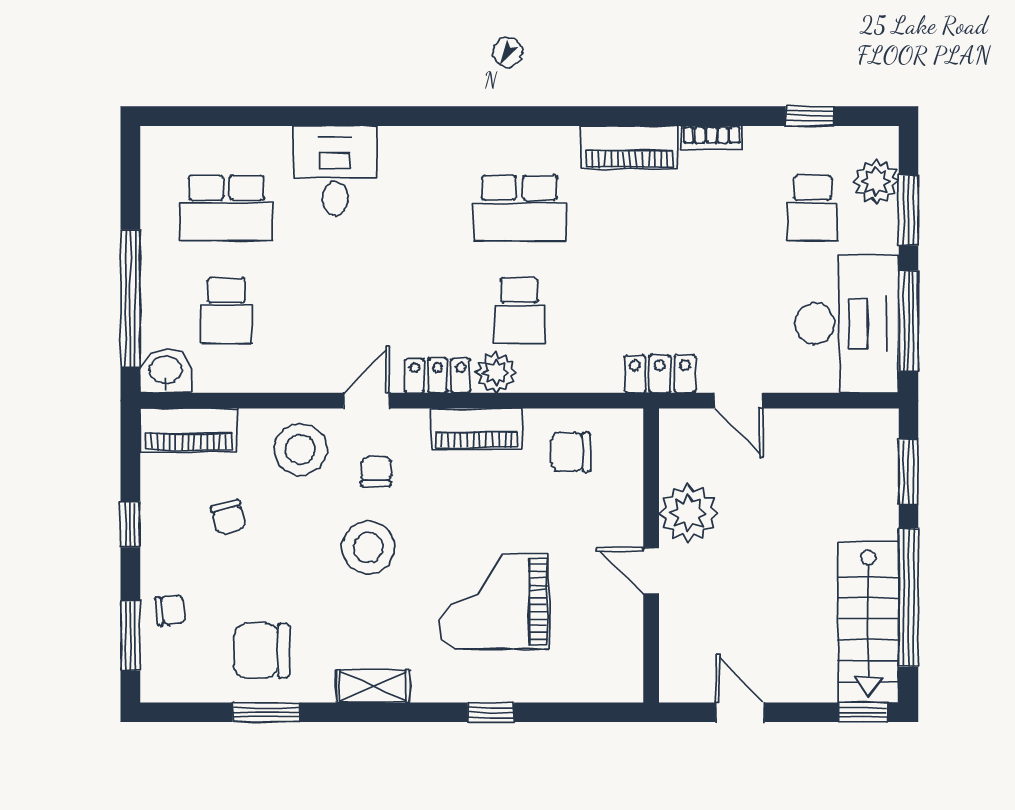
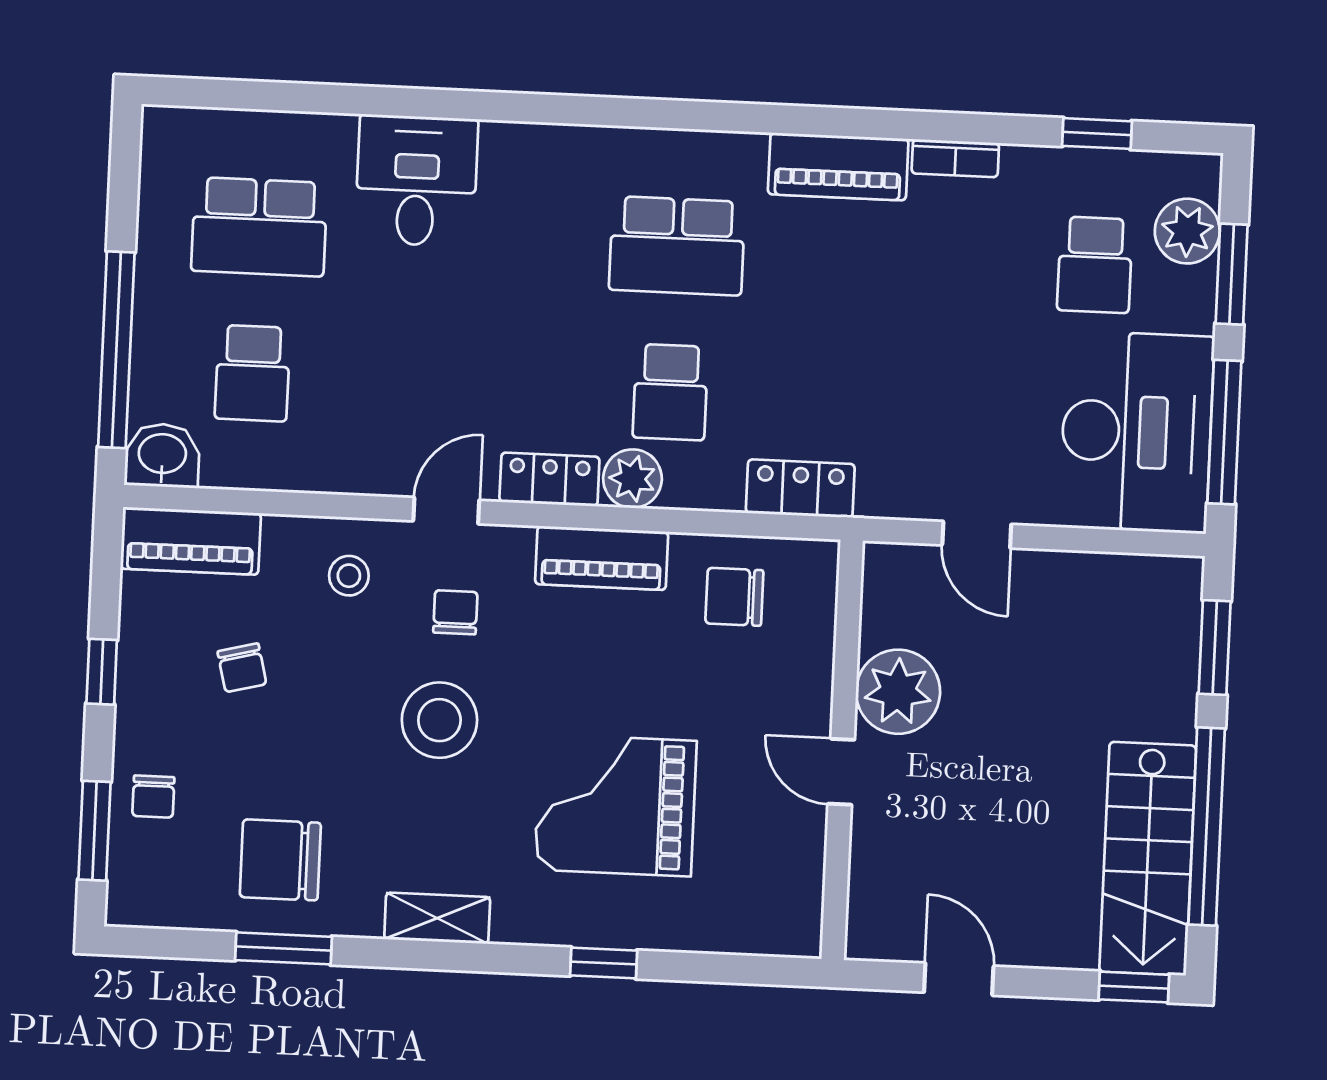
locker: (660, 374) -> (800, 489), moved
stool: (300, 449) -> (349, 576), width x0.53, depth x0.53
chair: (170, 610) -> (153, 797), turned 95

